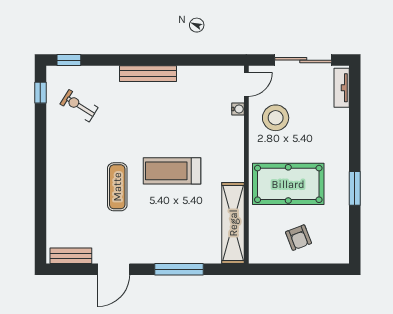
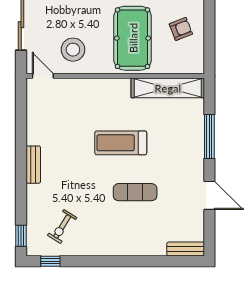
bench: (148, 74) -> (33, 165), width x0.73
water cooler: (238, 109) -> (65, 83), removed
treadmill: (172, 171) -> (121, 143), turned 90
bench: (71, 256) -> (186, 249), moved, turned 90

